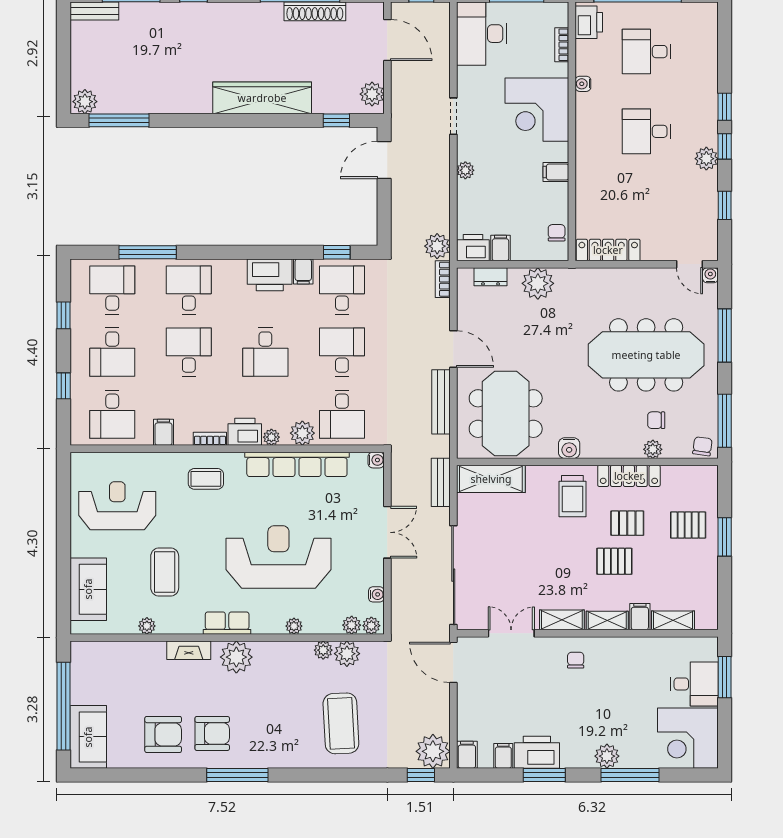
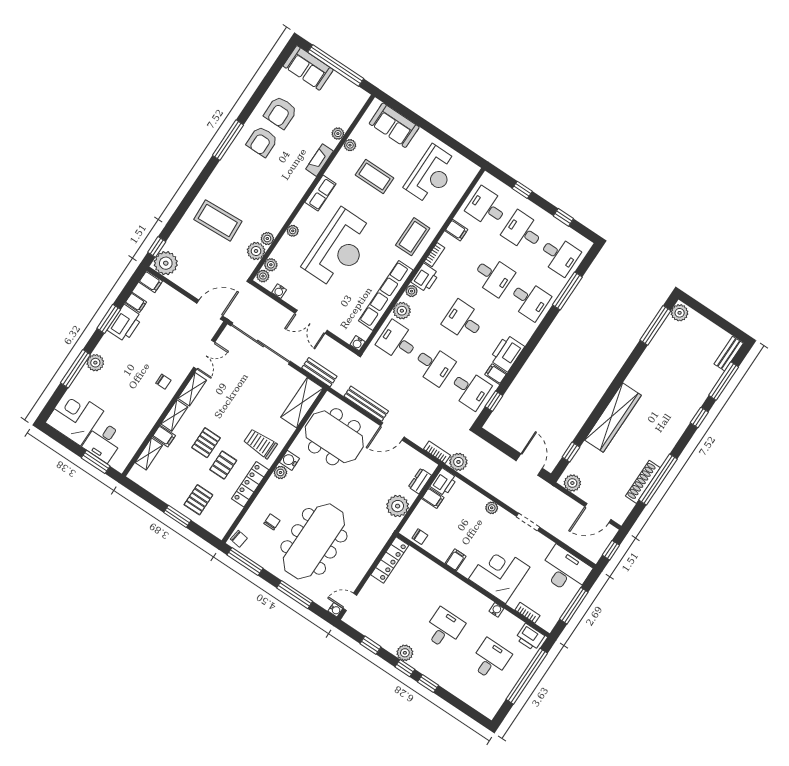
plant: (653, 449) -> (280, 472), moved
coffee table: (206, 479) -> (413, 237), width x1.36, depth x1.30
plant: (236, 657) -> (338, 134), moved, width x0.53, depth x0.53

